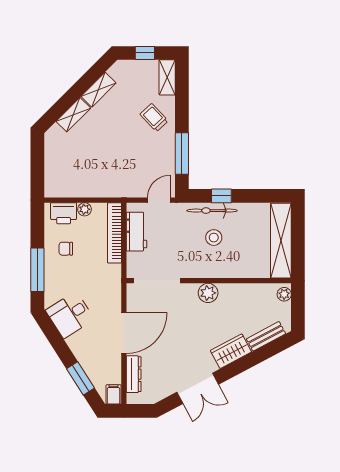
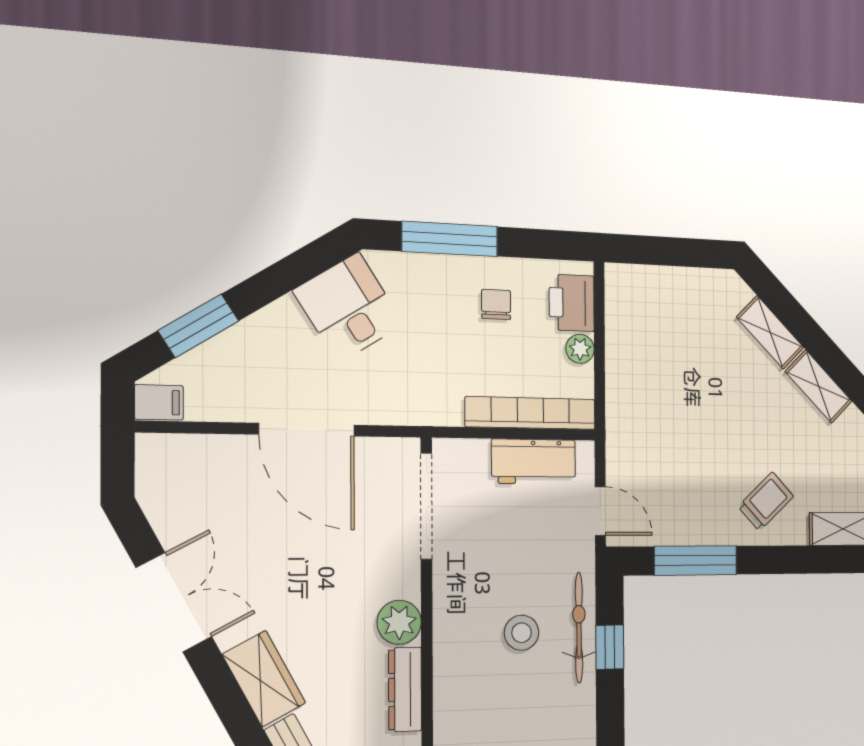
dresser: (134, 374) -> (405, 689), moved, turned 90
double door: (198, 388) -> (174, 602), swing flipped

